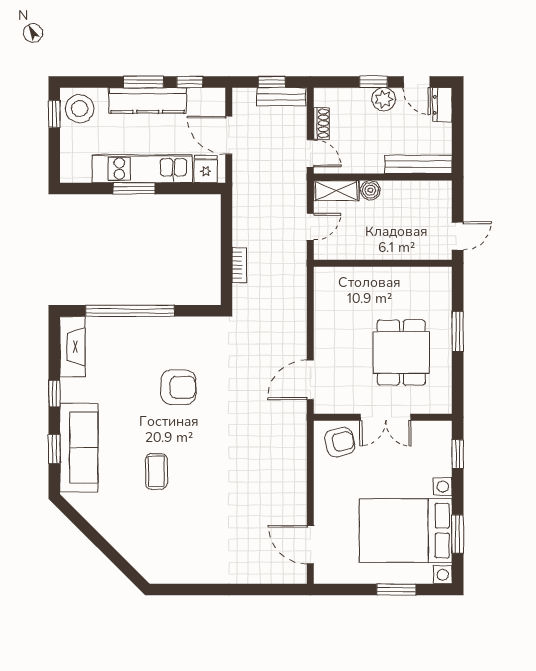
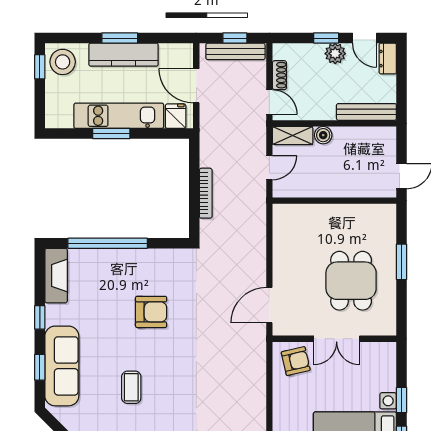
window: (190, 82) -> (161, 38), removed
bench: (281, 97) -> (235, 51), width x1.36
bookcase: (239, 265) -> (206, 193), width x1.56
window: (458, 454) -> (401, 400), moved

